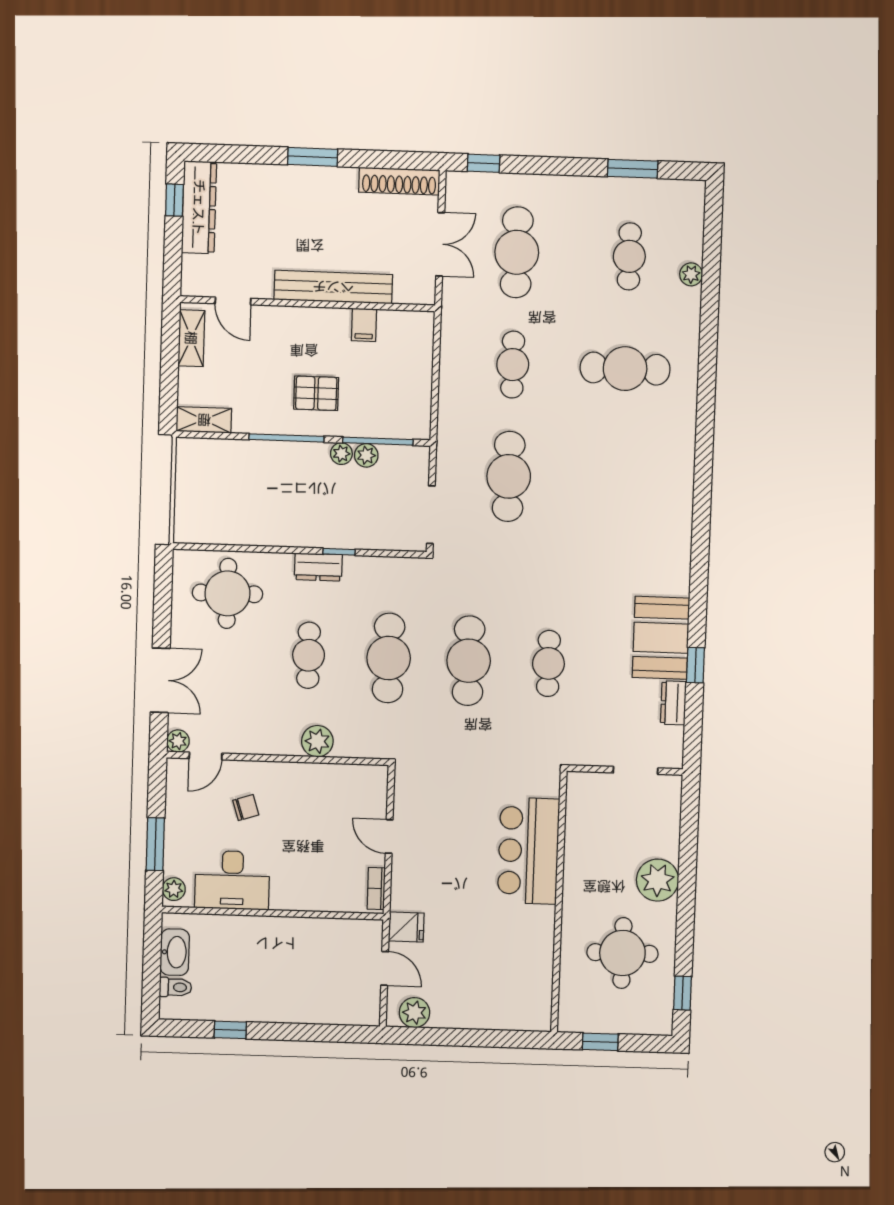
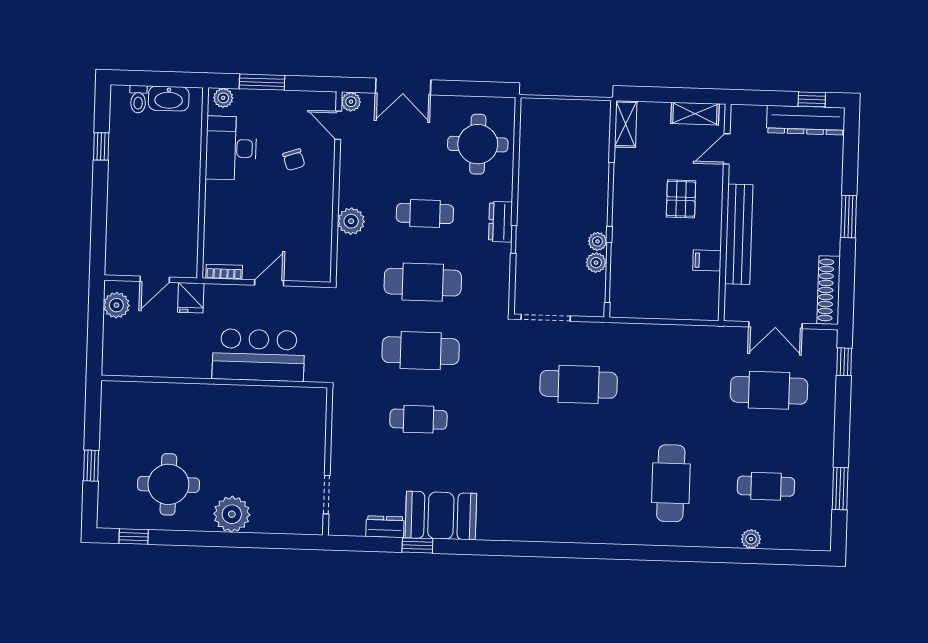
cafe table: (513, 365) -> (674, 387), removed
pallet: (316, 393) -> (681, 199), moved
bar counter: (528, 851) -> (258, 355), moved
wall: (559, 902) -> (214, 381), moved

